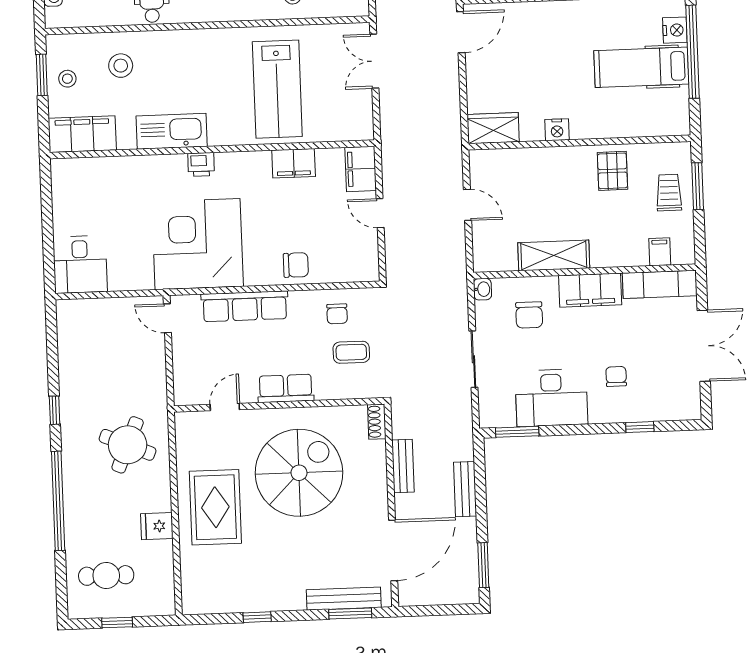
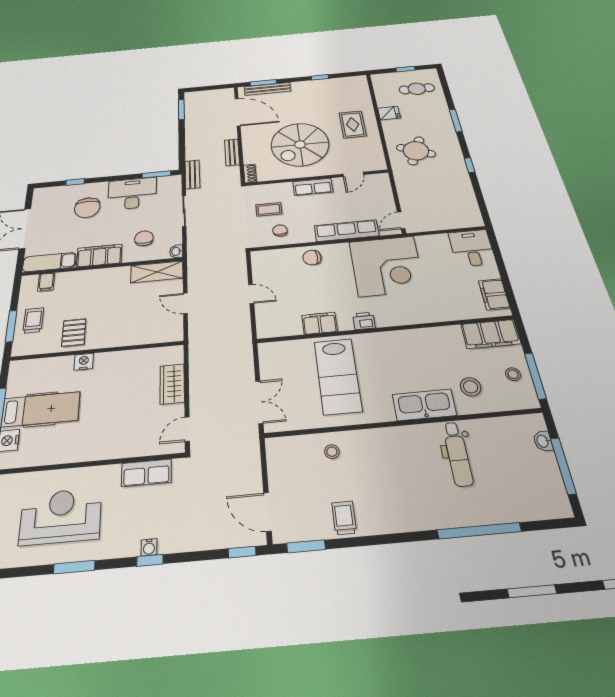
door: (461, 32) -> (187, 429), width x0.73
window: (42, 75) -> (535, 376), width x1.44
lab bench: (277, 89) -> (338, 376), turned 180
wardrobe: (493, 128) -> (172, 384), moved, turned 90
nightstand: (557, 130) -> (84, 362), moved
kitchen sink: (172, 131) -> (424, 405), moved, turned 180
printer: (201, 164) -> (364, 321), moved
filing cabinet: (361, 169) -> (494, 294), moved, turned 180
trolley: (669, 193) -> (33, 320), turned 180
shelving: (554, 255) -> (157, 272), moved
door: (167, 318) -> (401, 220), swing flipped
chair: (616, 376) -> (87, 208), width x1.87, depth x1.87
bench: (465, 489) -> (192, 174), moved
window: (58, 501) -> (456, 121), width x0.47
rug: (215, 507) -> (353, 124), width x0.73, depth x0.70
door: (393, 550) -> (238, 112), swing flipped

